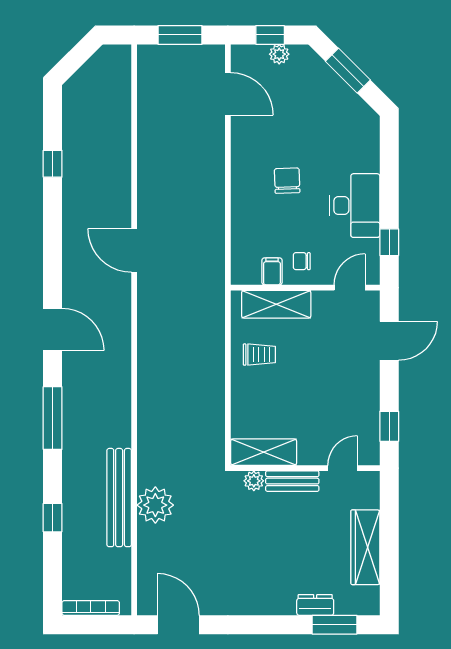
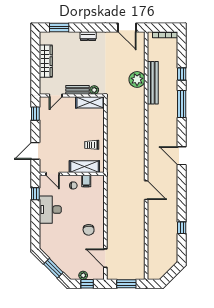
chair: (287, 181) -> (89, 230), moved
door: (350, 288) -> (53, 174), hinge flipped
window: (53, 418) -> (182, 104), moved
dresser: (315, 605) -> (88, 36), moved

